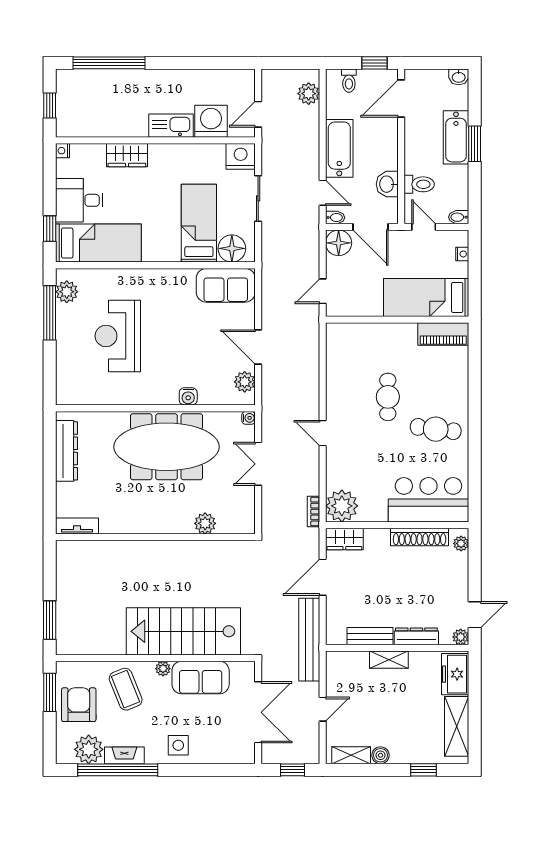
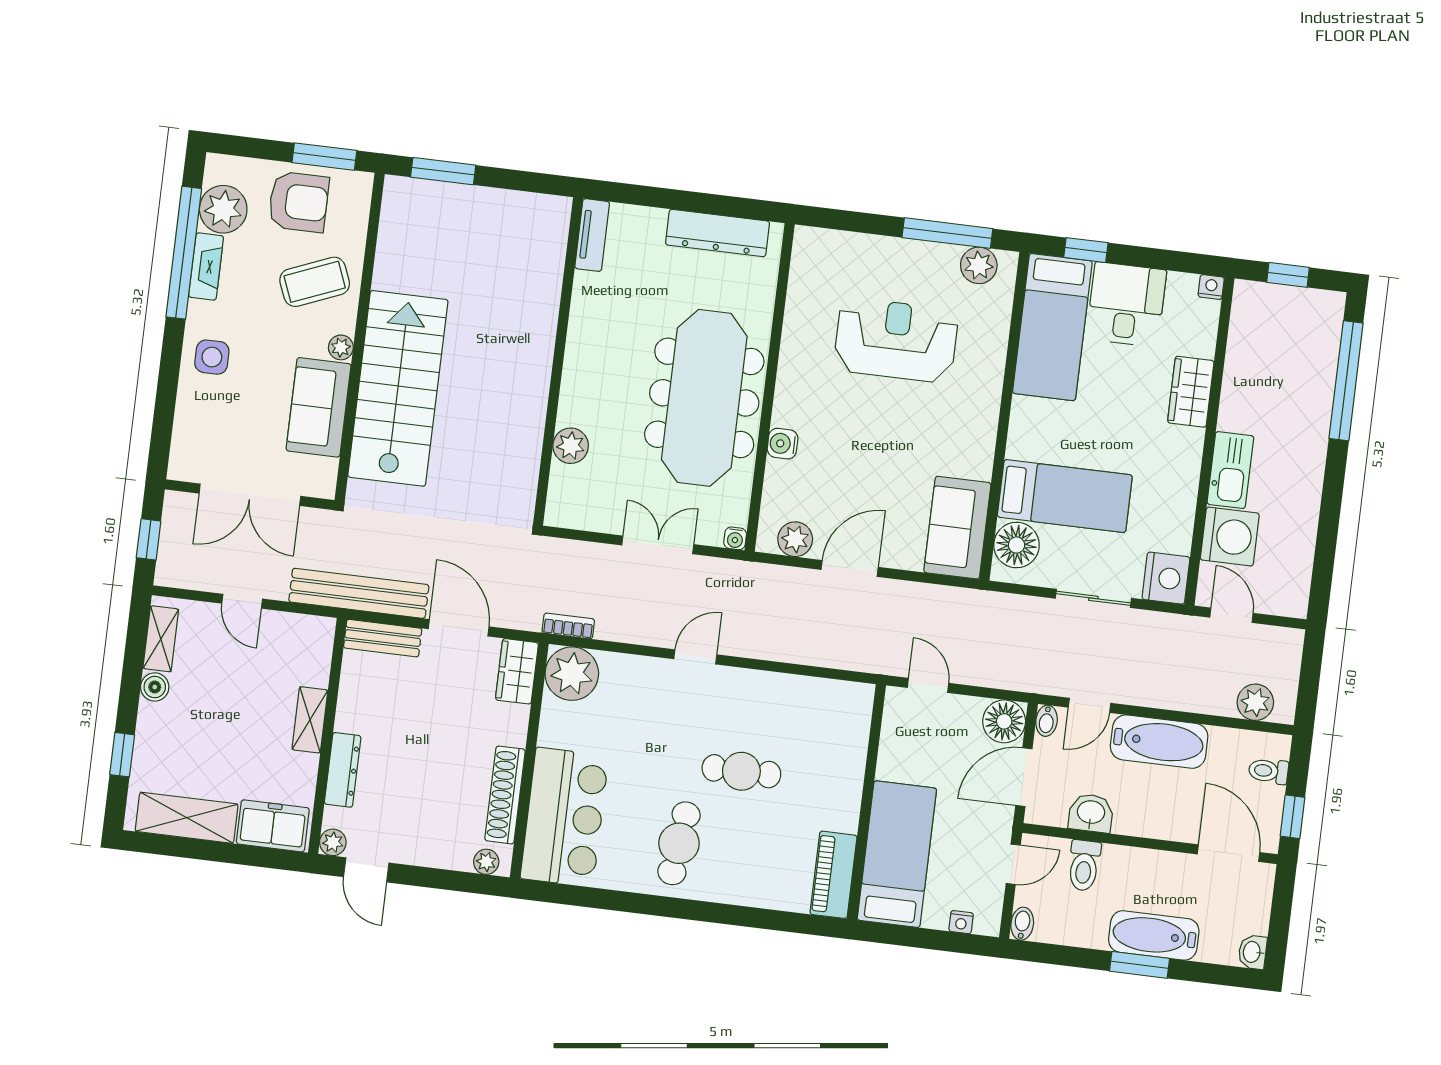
bench: (370, 636) -> (383, 638), moved, turned 90

